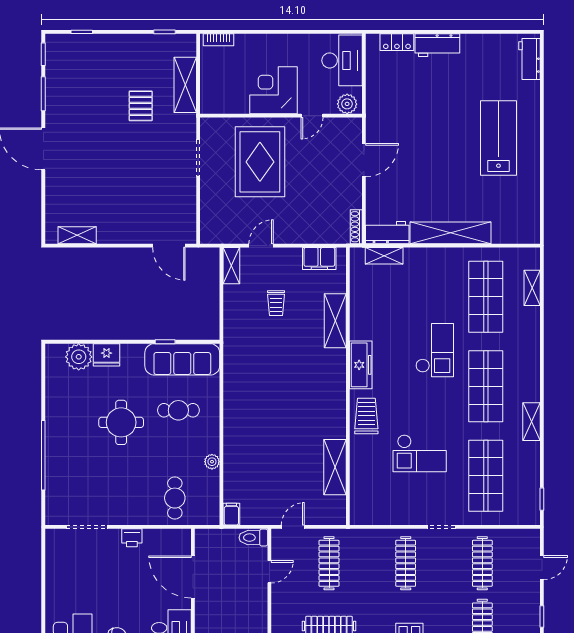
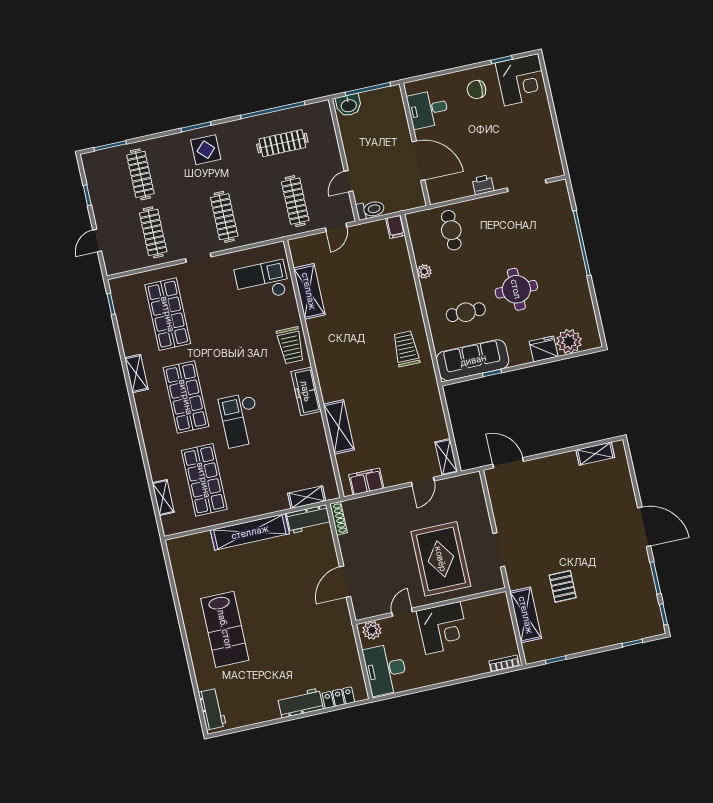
trolley: (276, 303) -> (406, 349), moved, width x1.36, depth x1.39
checkout: (420, 453) -> (262, 281), moved

